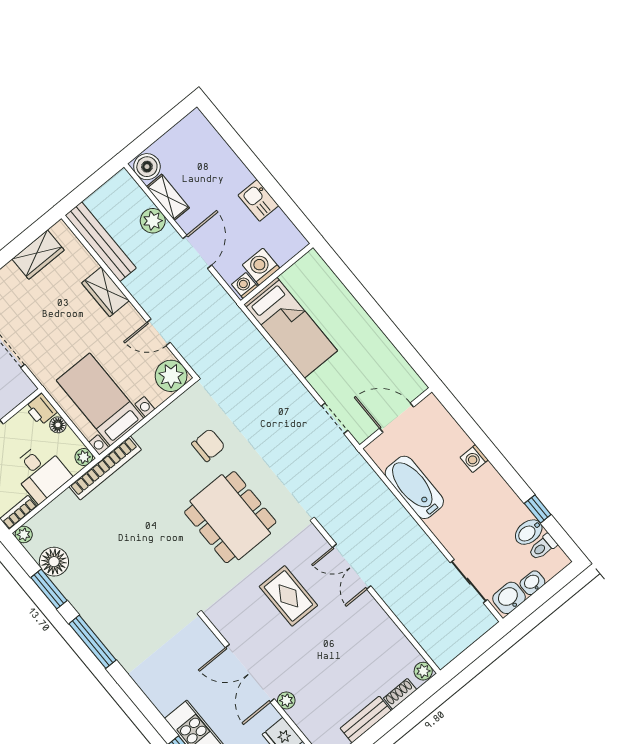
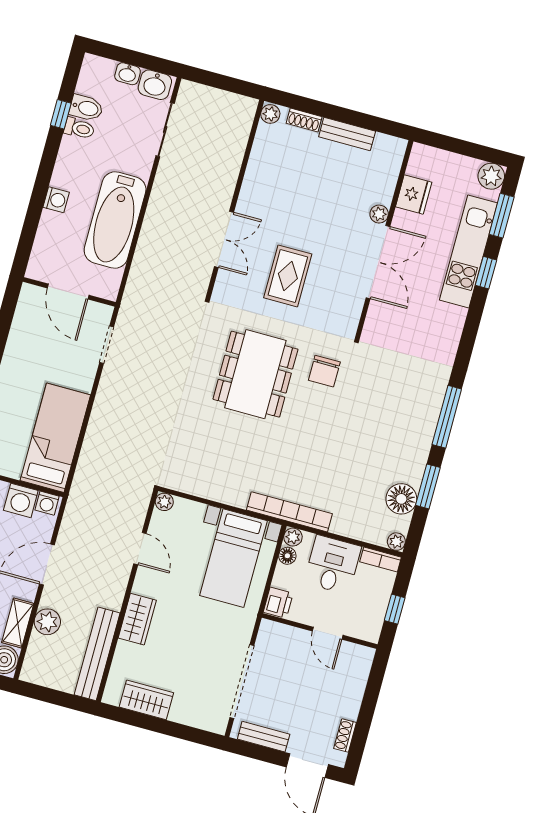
plant: (171, 376) -> (164, 502), width x0.53, depth x0.53
floor lamp: (58, 425) -> (287, 556), moved
chair: (208, 445) -> (324, 371), moved, turned -90
bathtub: (414, 487) -> (115, 220), width x1.36, depth x1.36
toilet: (543, 547) -> (79, 128), moved

